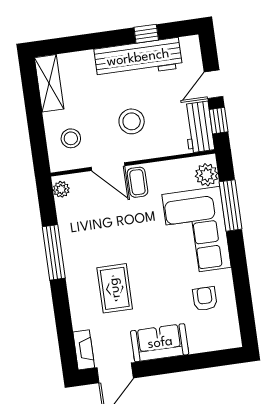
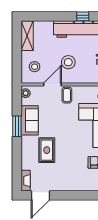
door: (108, 167) -> (52, 85), swing flipped
window: (54, 252) -> (17, 126), width x0.69
sofa: (160, 343) -> (30, 120), moved, turned 90

